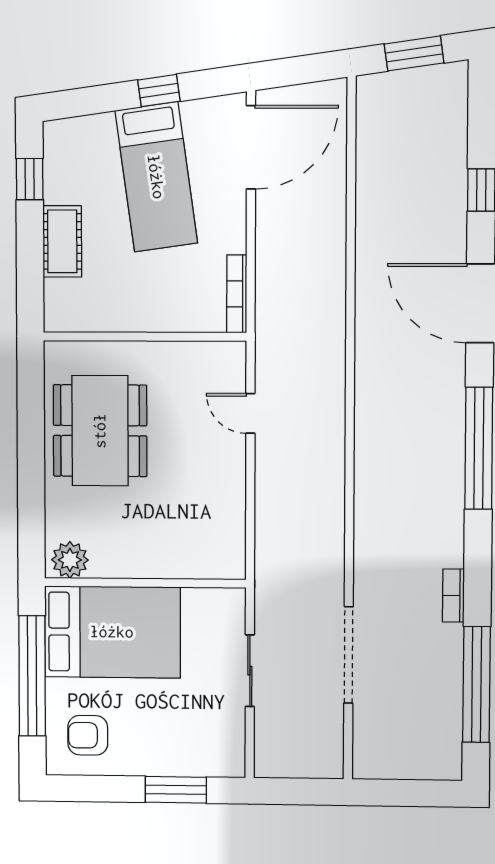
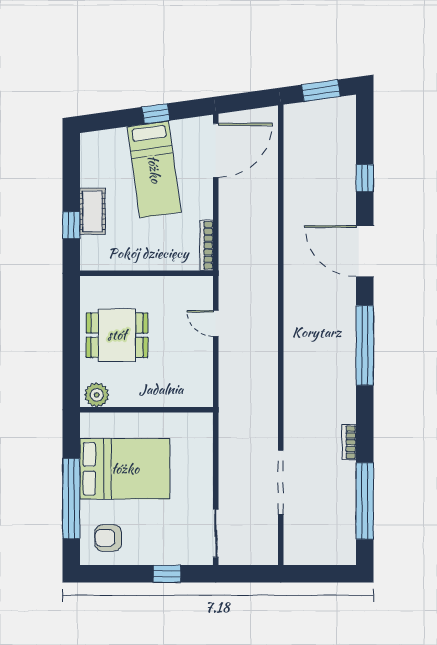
window: (30, 179) -> (71, 225), moved
dining table: (100, 431) -> (117, 335), width x0.73
plant: (70, 560) -> (97, 395), moved
wall: (145, 583) -> (147, 410), moved
sliding door: (250, 671) -> (216, 533), moved
window: (176, 790) -> (167, 574), width x0.67

